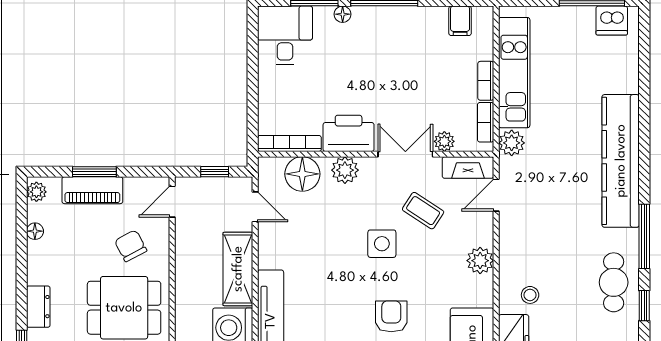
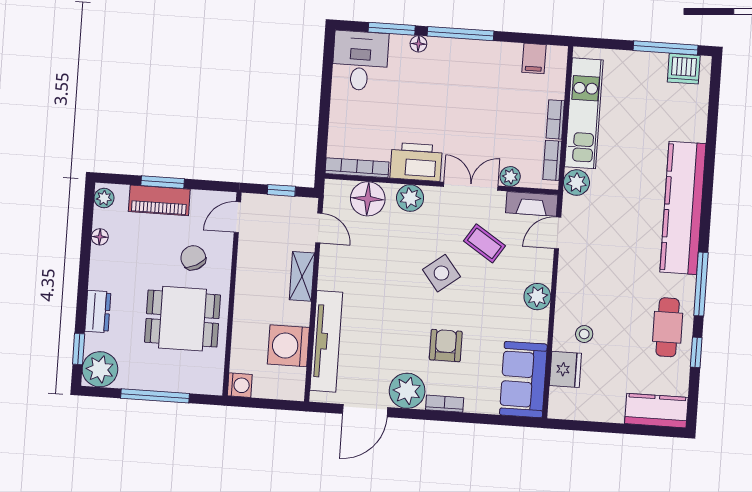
side table: (382, 244) -> (441, 273), turned -38
shelving: (238, 269) -> (302, 276), width x0.67, depth x0.75

